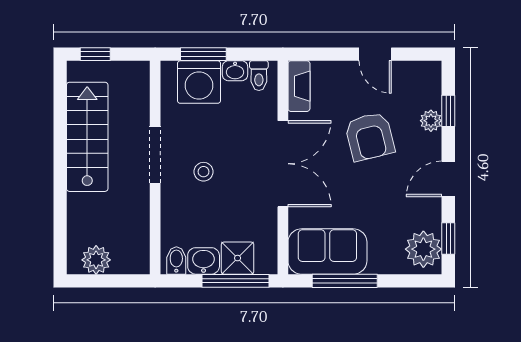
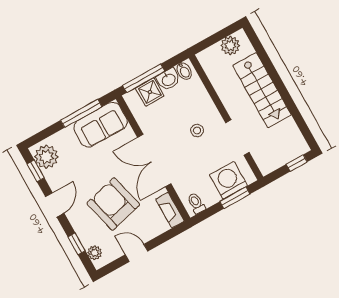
washbasin: (235, 71) -> (211, 198), removed
plant: (431, 121) -> (95, 253), moved
stairs: (87, 137) -> (262, 90), moved
armchair: (370, 137) -> (113, 204), width x1.36, depth x1.36
doorway: (155, 155) -> (237, 137), moved

